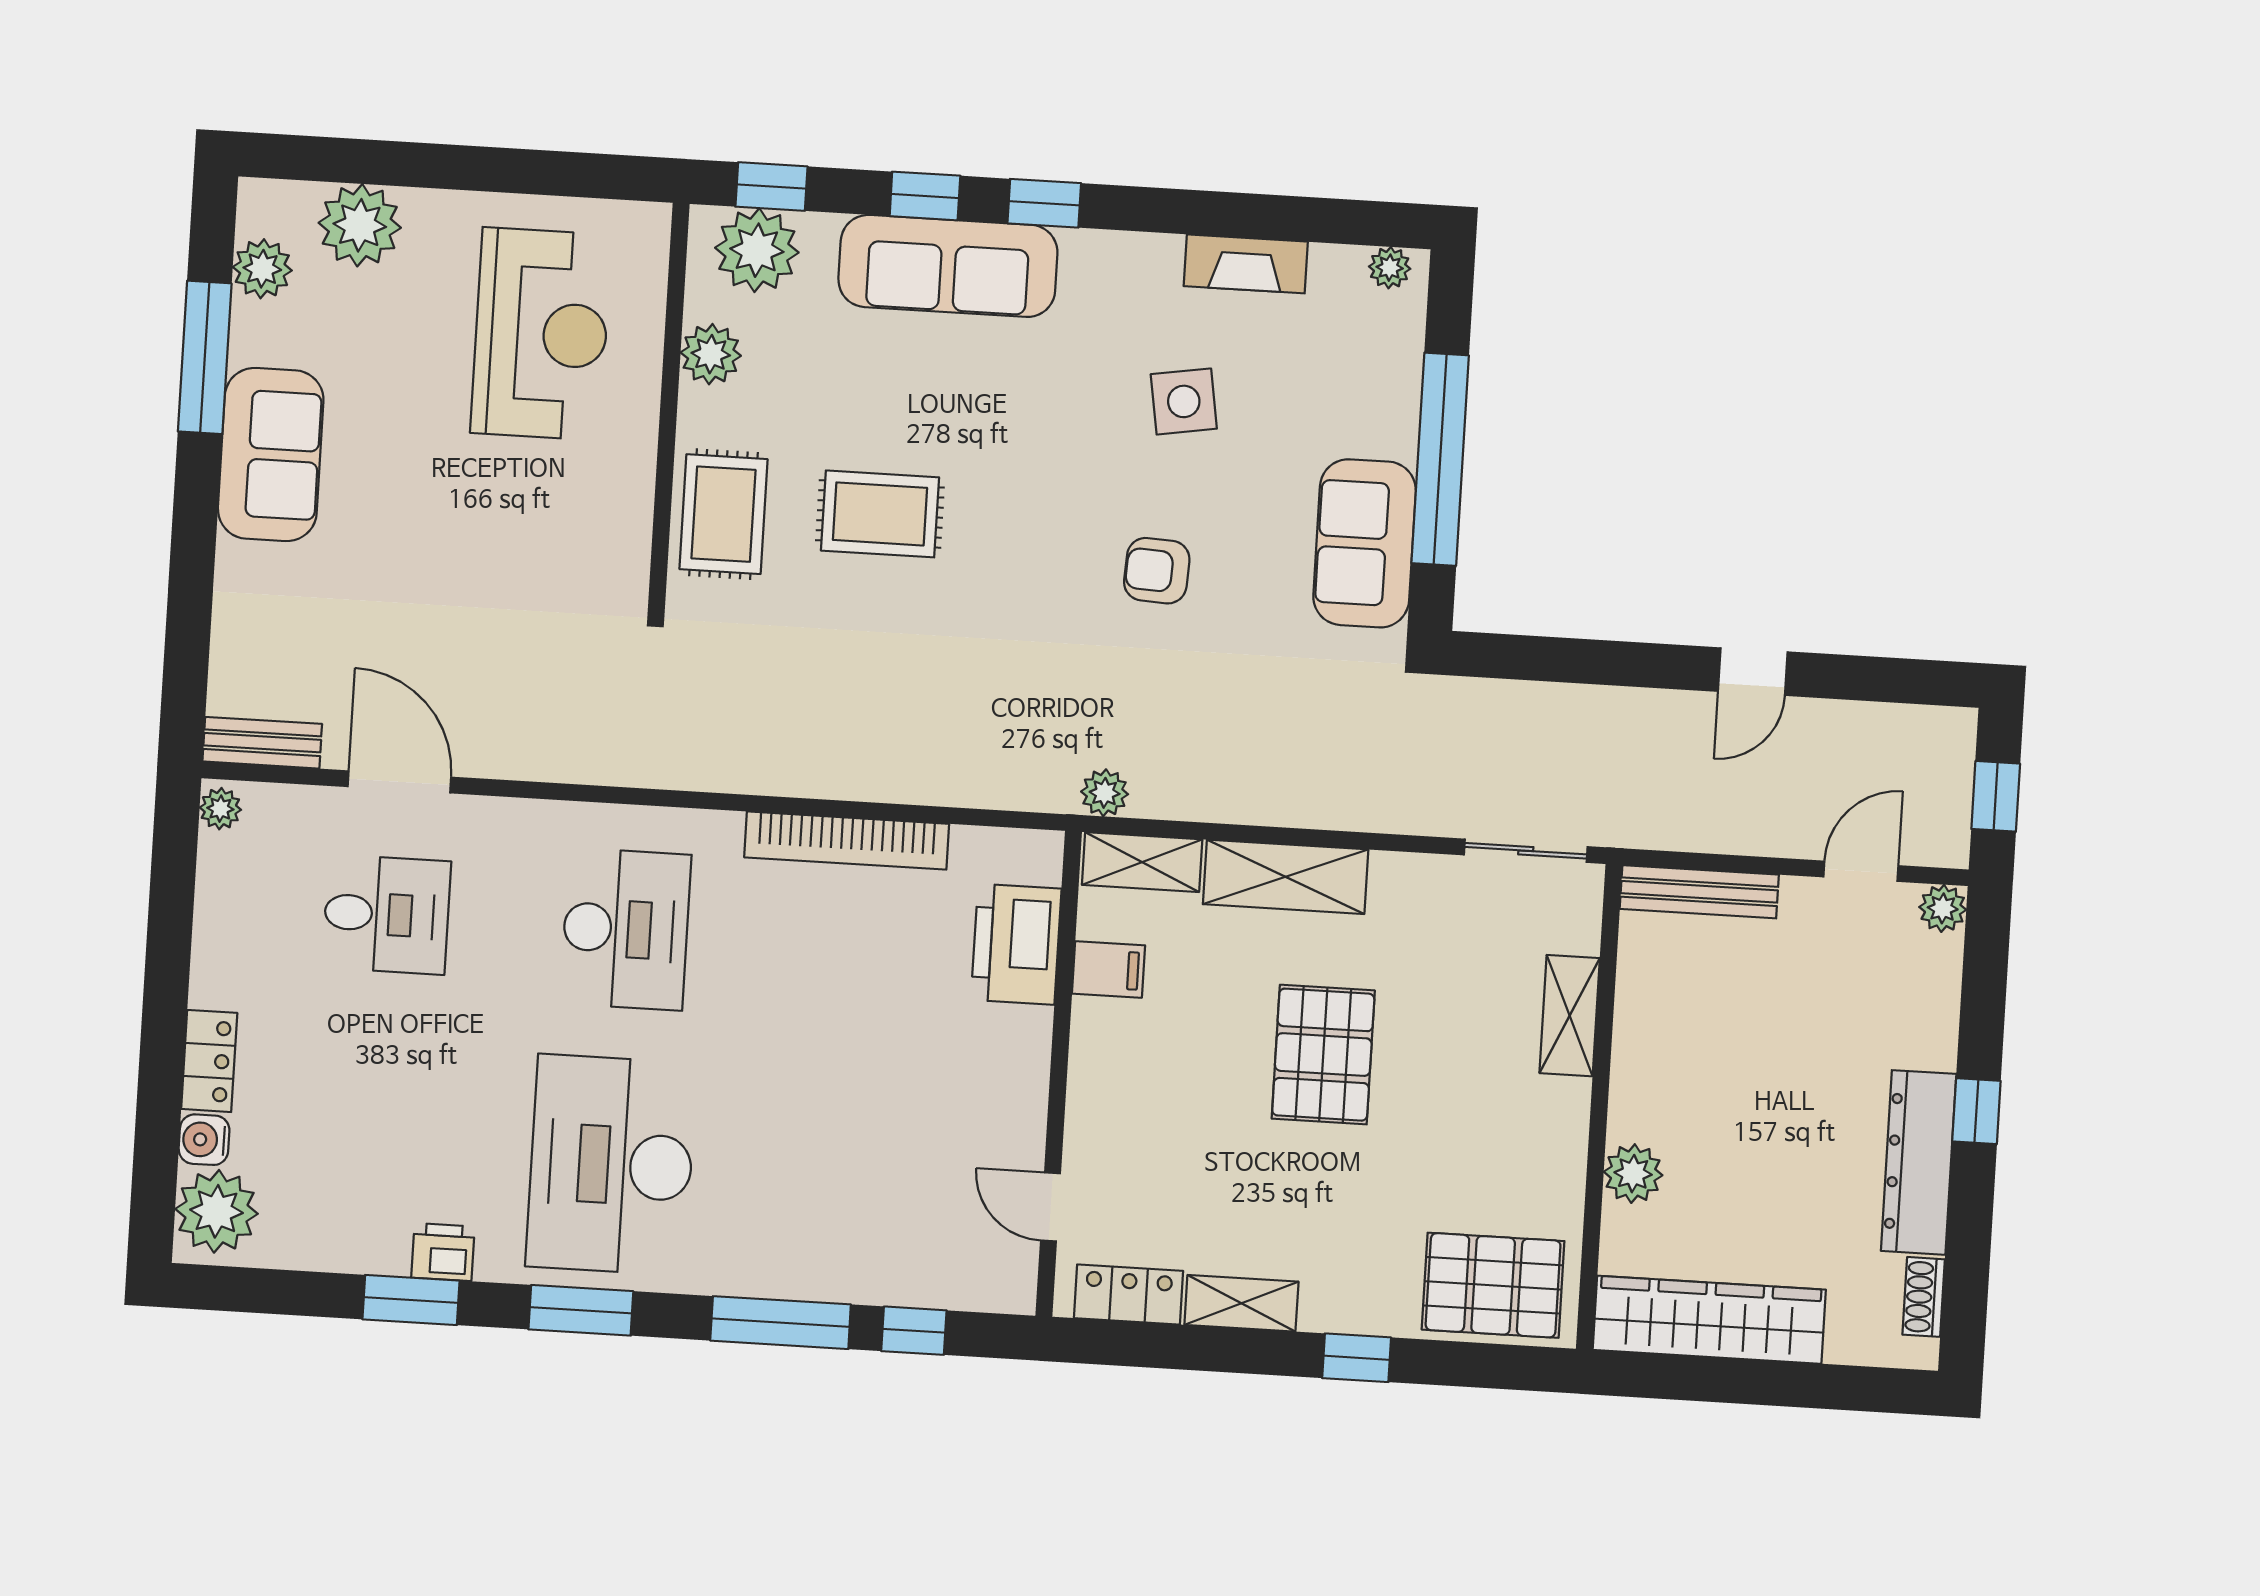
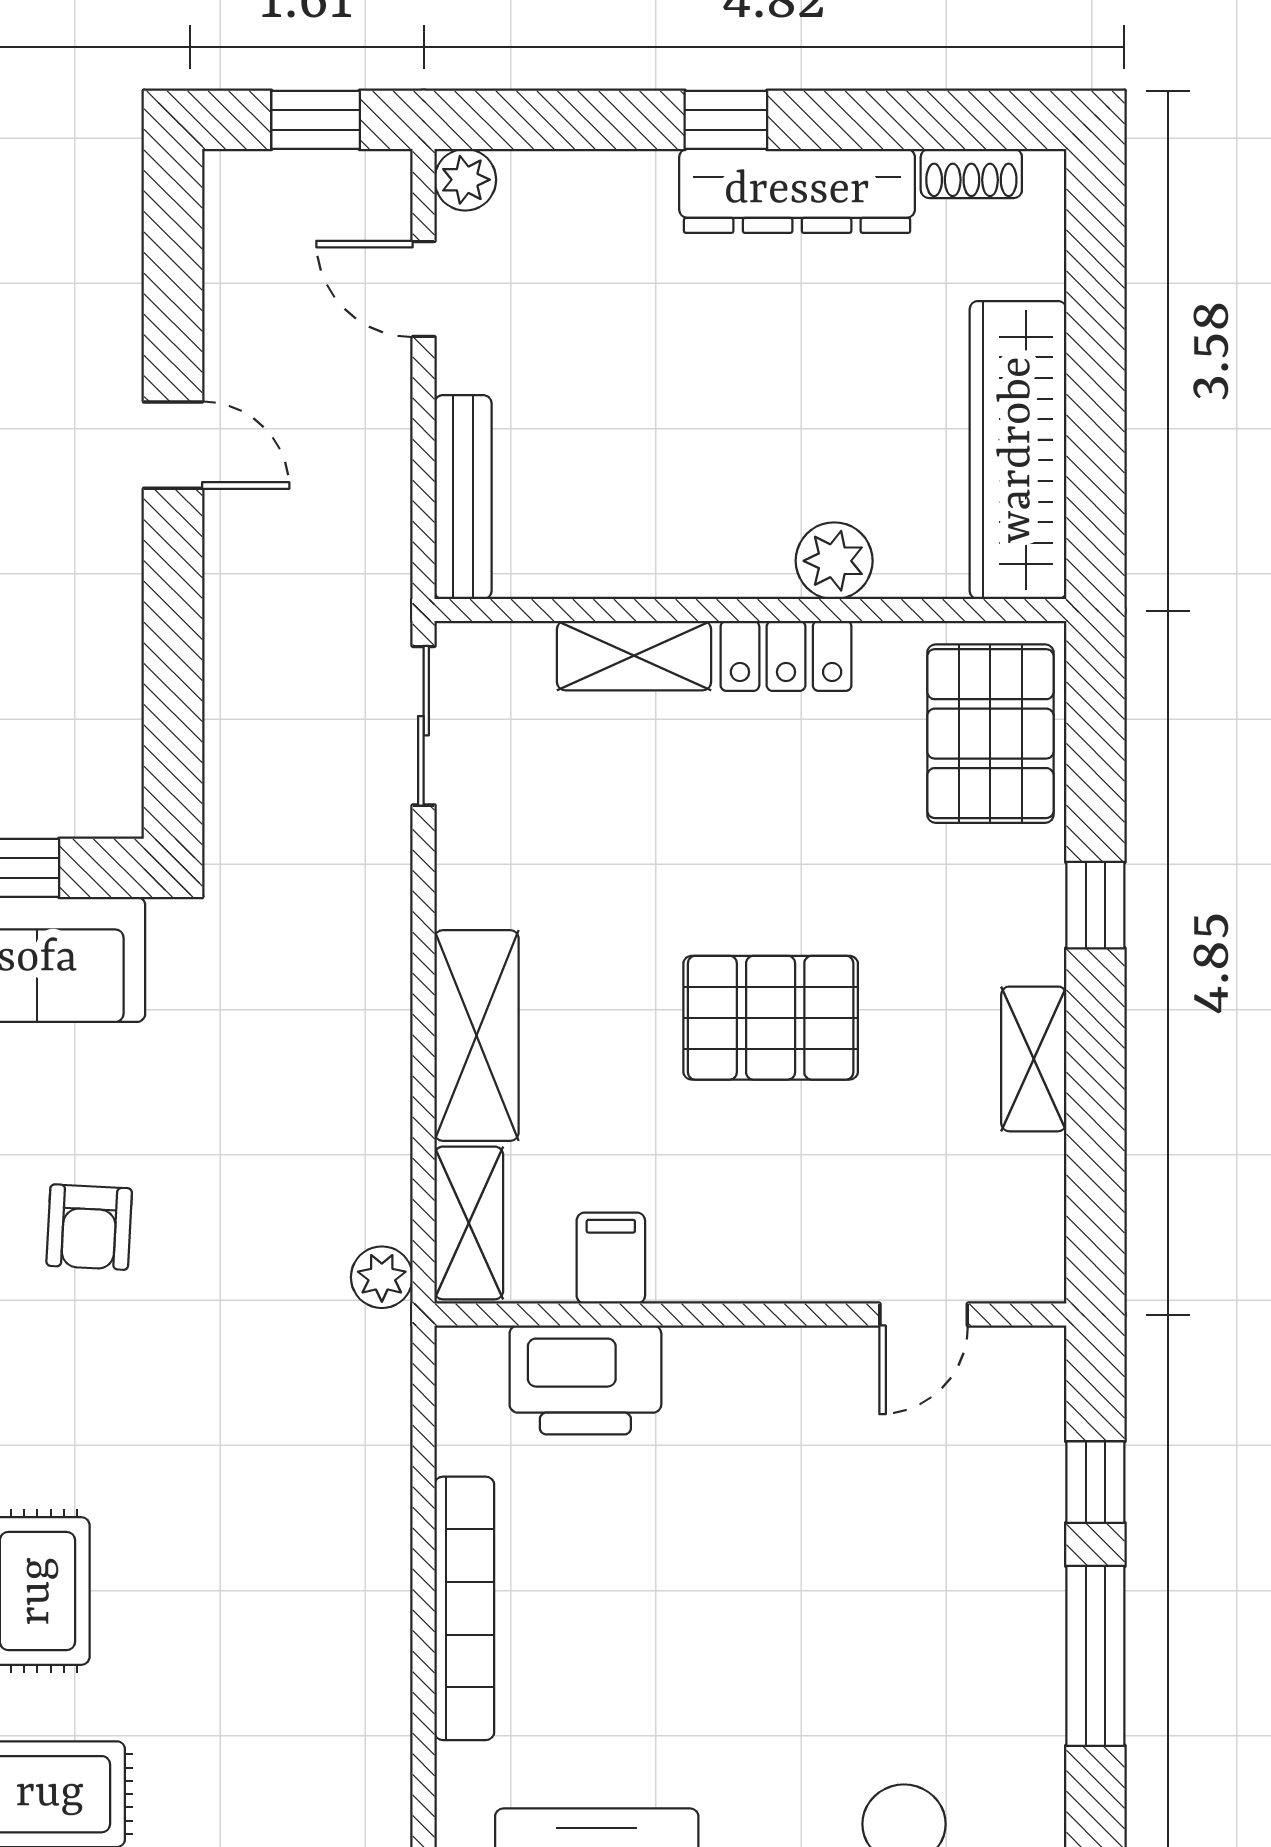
pallet: (1323, 1055) -> (771, 1018), moved
locker: (1129, 1295) -> (786, 656), moved, turned -90

